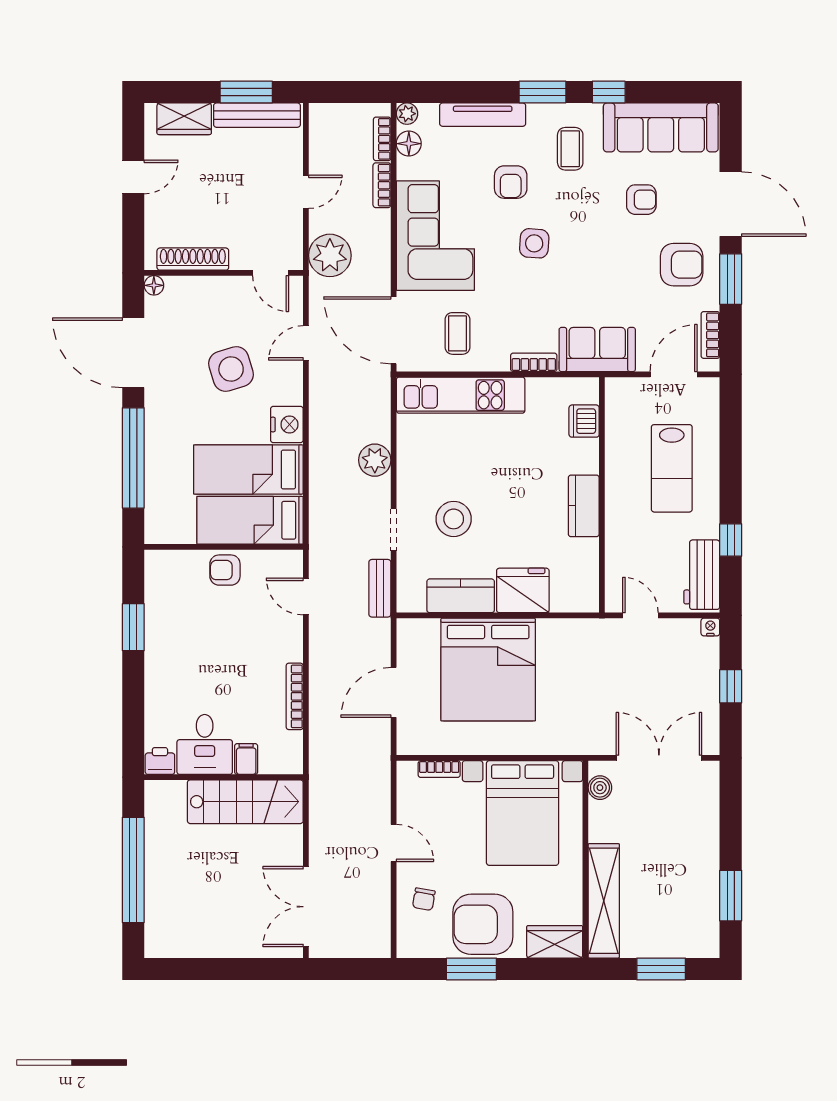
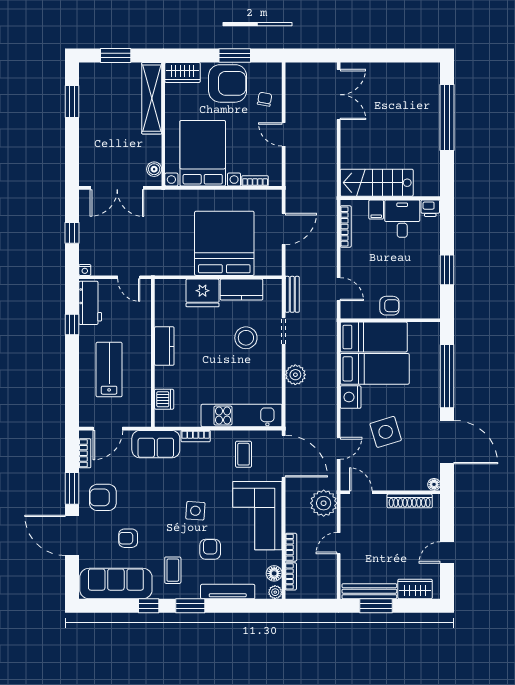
desk: (205, 744) -> (402, 219), moved
filing cabinet: (246, 759) -> (376, 210), moved
printer: (160, 761) -> (430, 208), moved
wall: (224, 777) -> (390, 198), moved
stairs: (245, 802) -> (377, 183), moved

